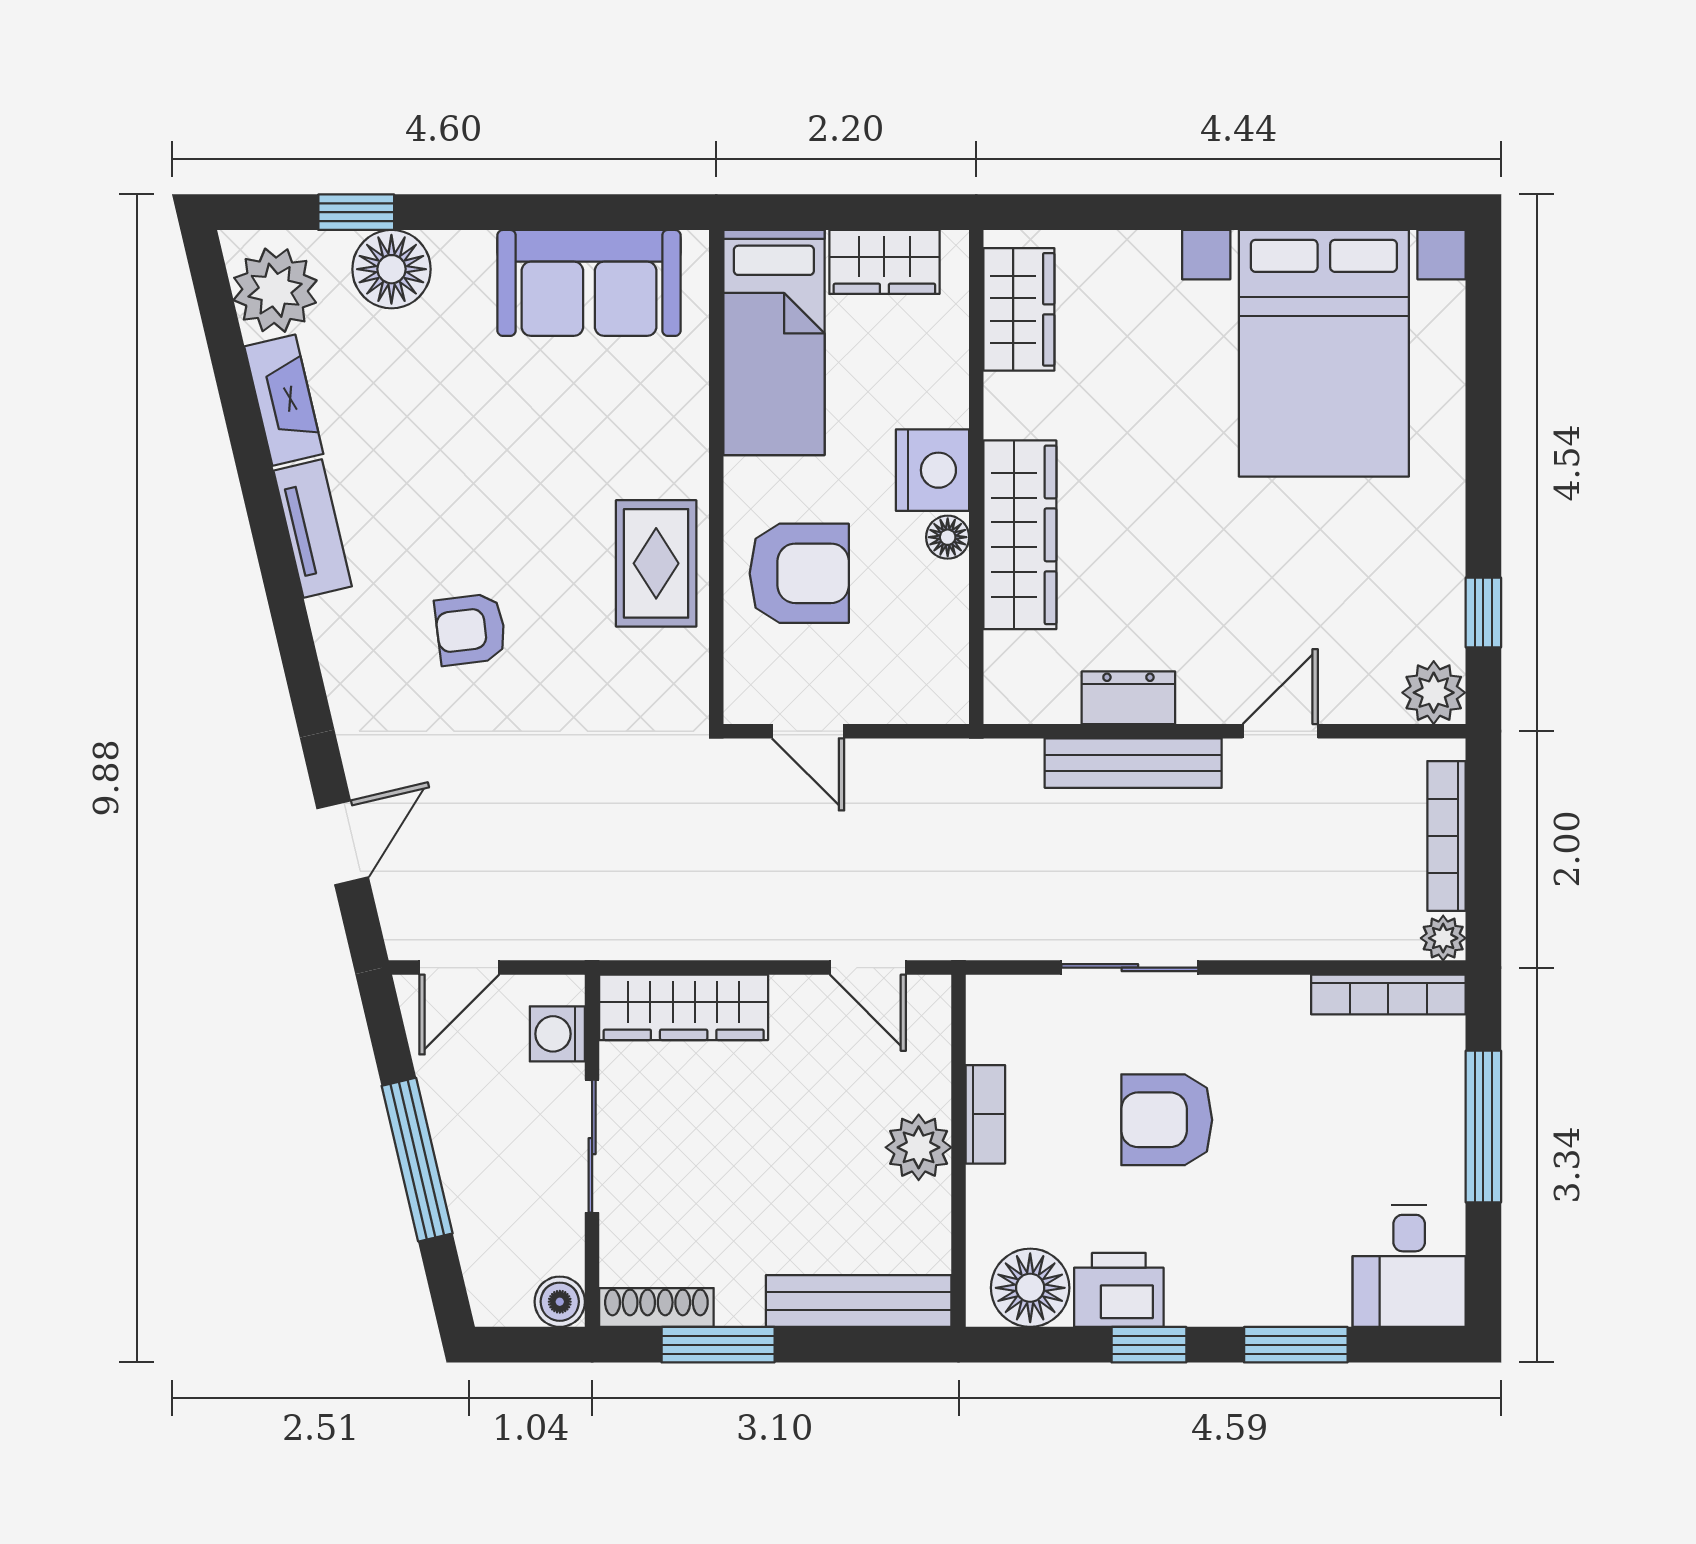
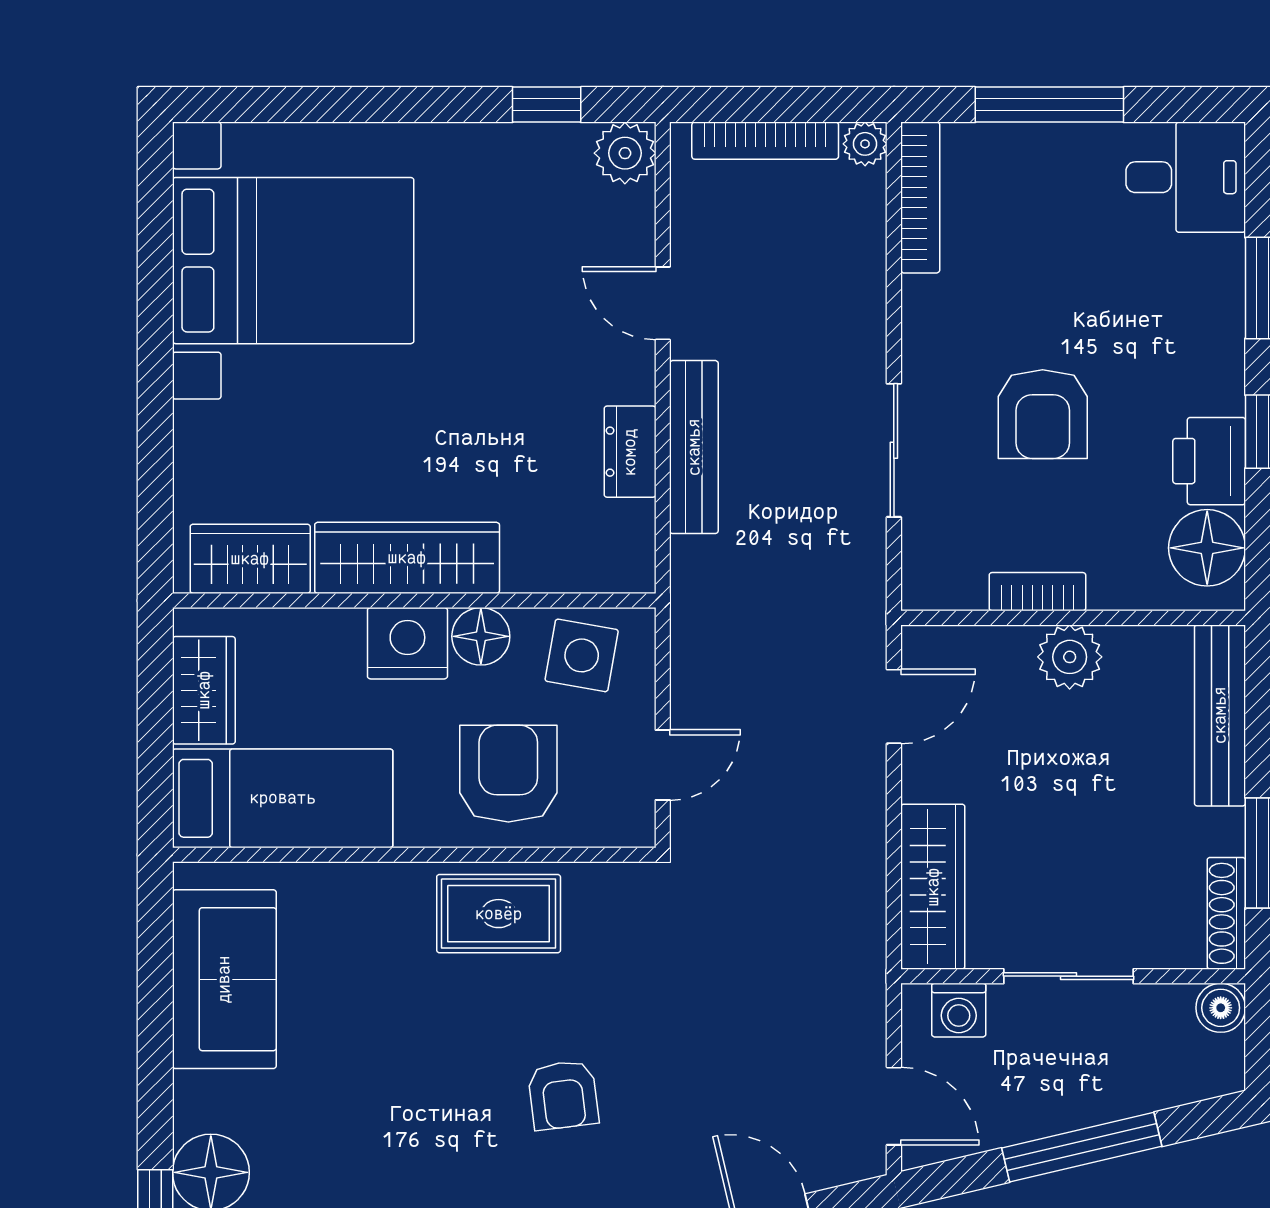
wardrobe: (1020, 535) -> (407, 558), moved
floor lamp: (948, 537) -> (481, 636), width x1.37, depth x1.37
side table: (920, 648) -> (582, 655), added

